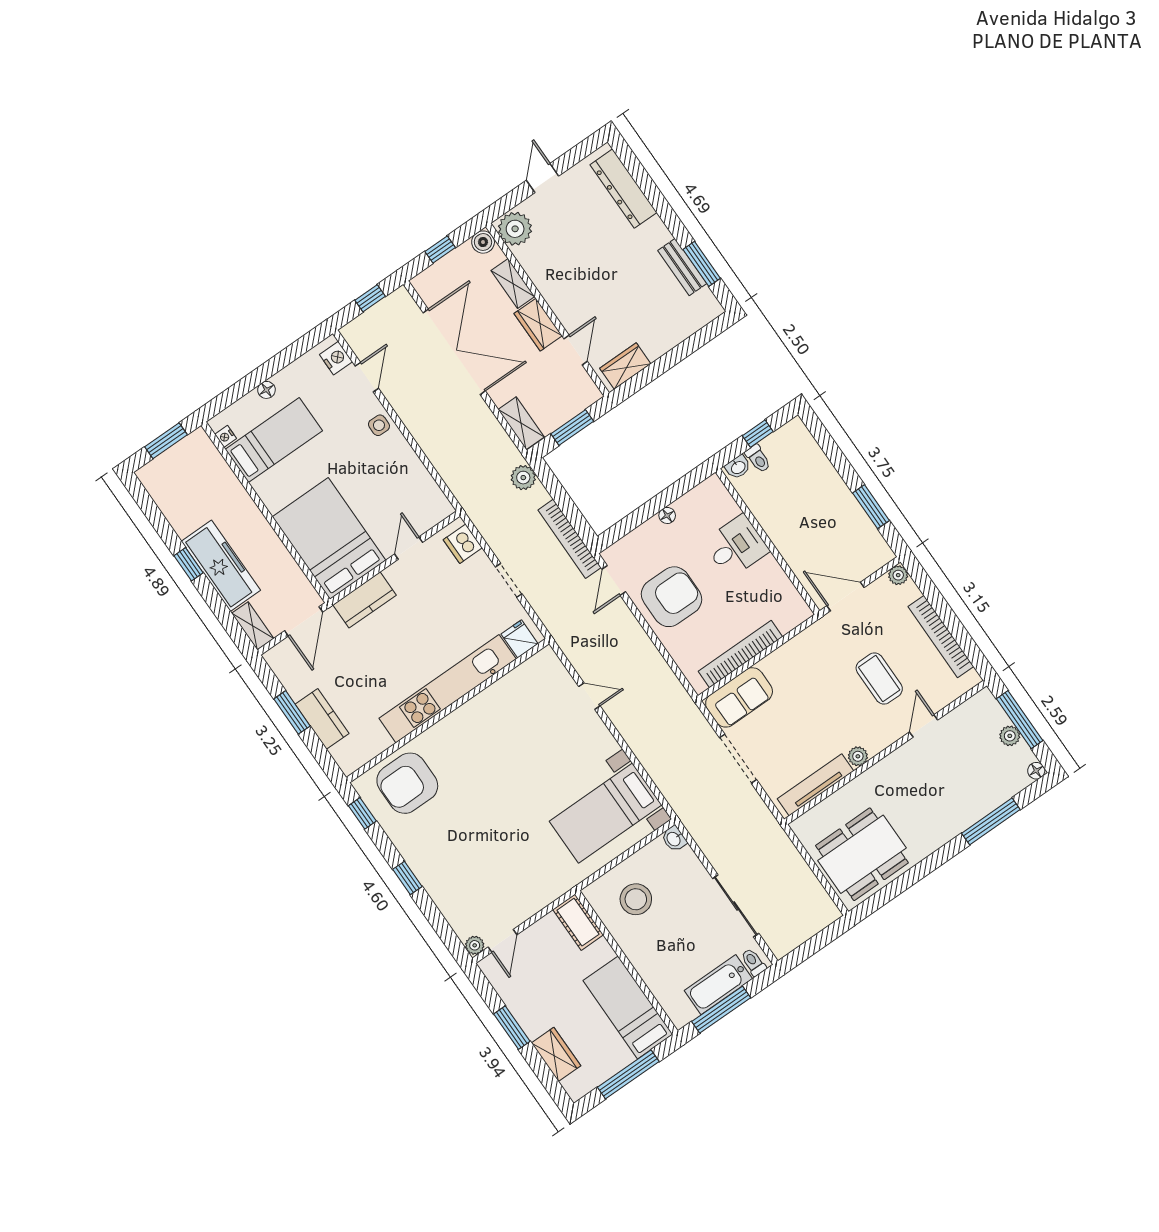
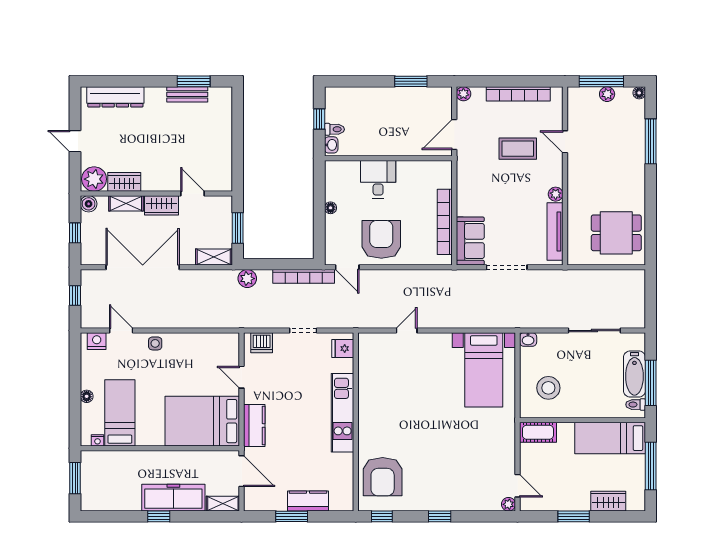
wardrobe: (625, 366) -> (124, 182), moved, turned 90
kitchen unit: (448, 689) -> (343, 413), width x0.73
dining table: (862, 854) -> (616, 233), width x0.73
toilet: (753, 962) -> (636, 405), moved

